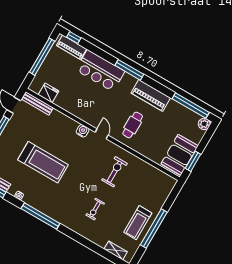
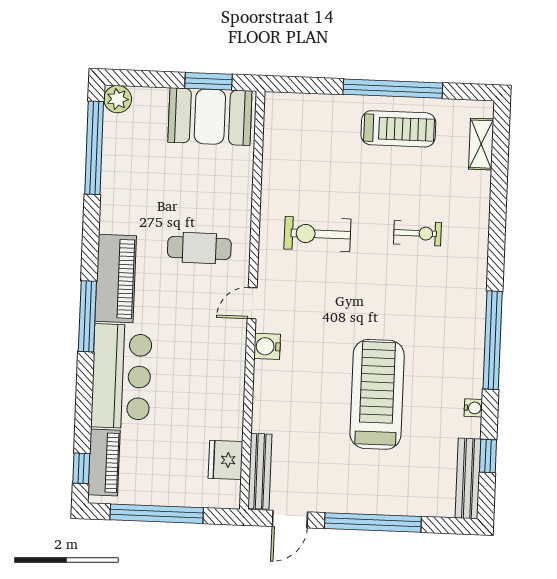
piano: (151, 95) -> (116, 279), moved

